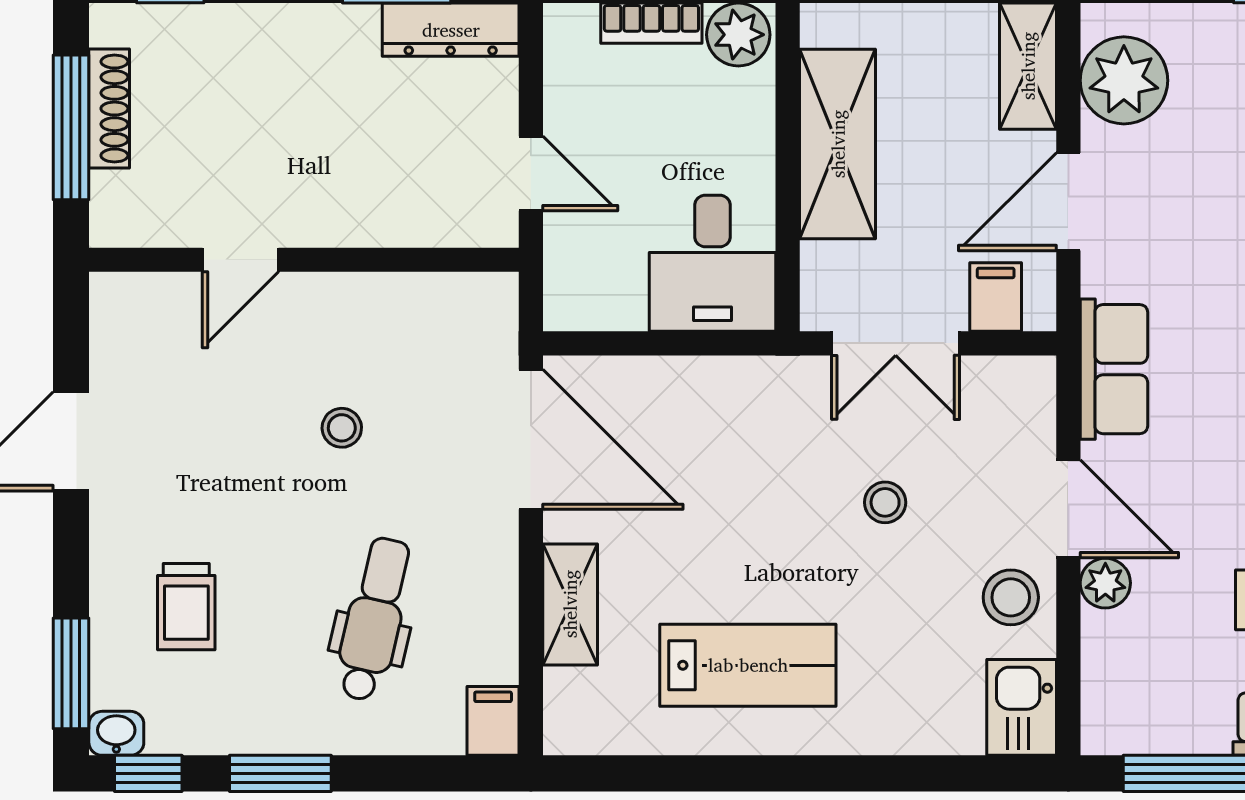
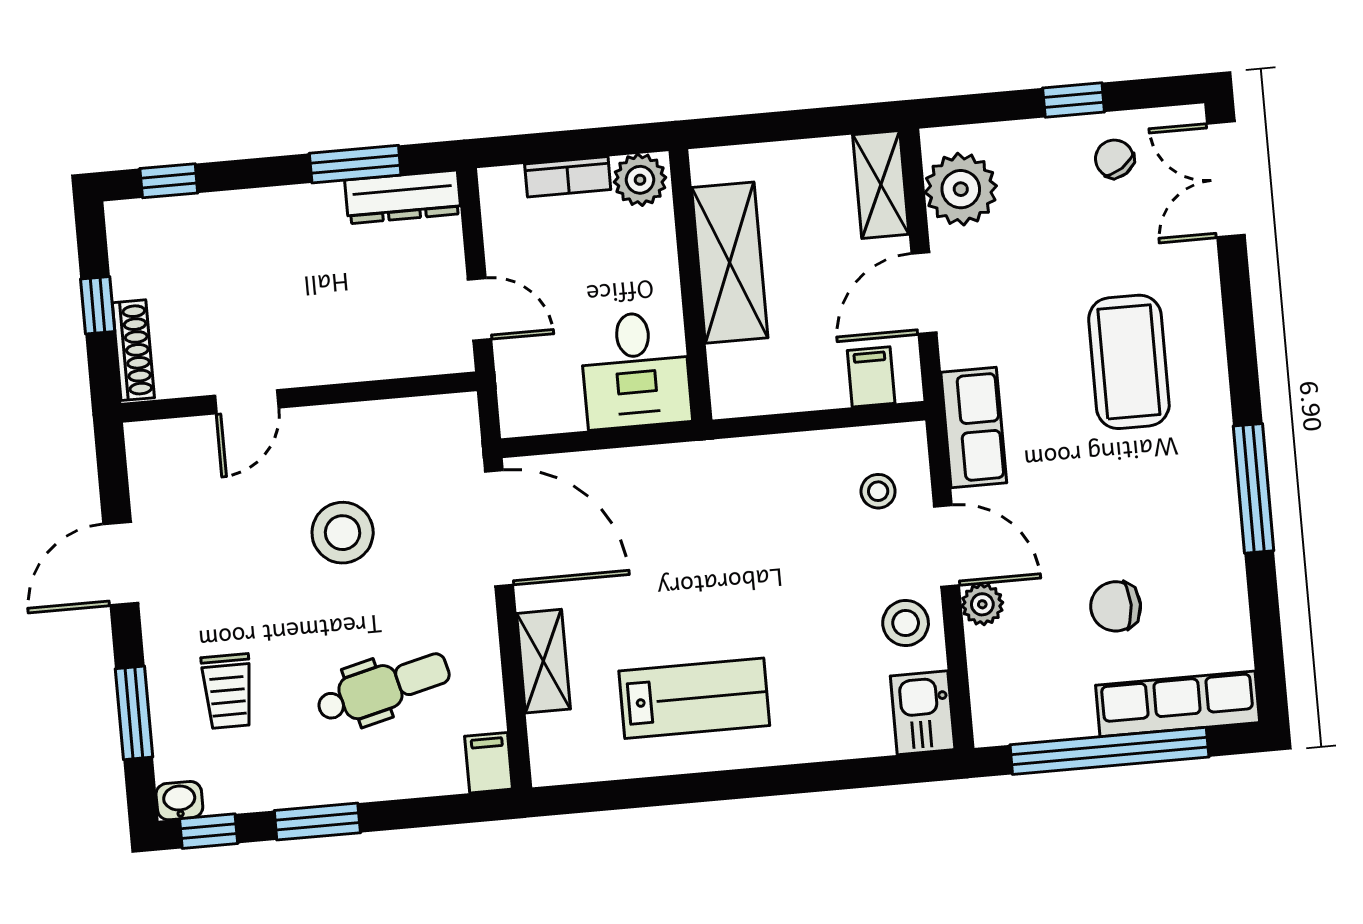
shoe rack: (109, 109) -> (133, 350), moved
window: (71, 127) -> (98, 305), width x0.46
double door: (896, 343) -> (792, 422), removed
stool: (342, 428) -> (343, 533), width x1.89, depth x1.89
stool: (885, 502) -> (878, 491), moved
dental chair: (374, 619) -> (383, 688), turned 63
window: (71, 673) -> (134, 713), moved

